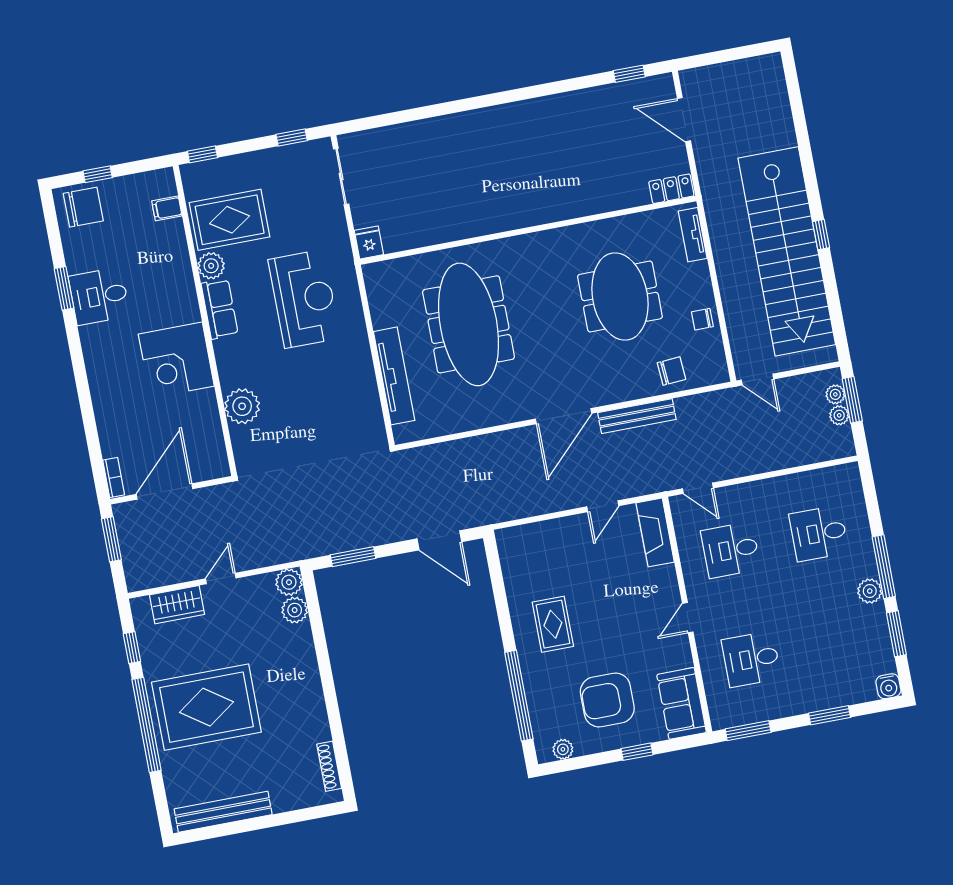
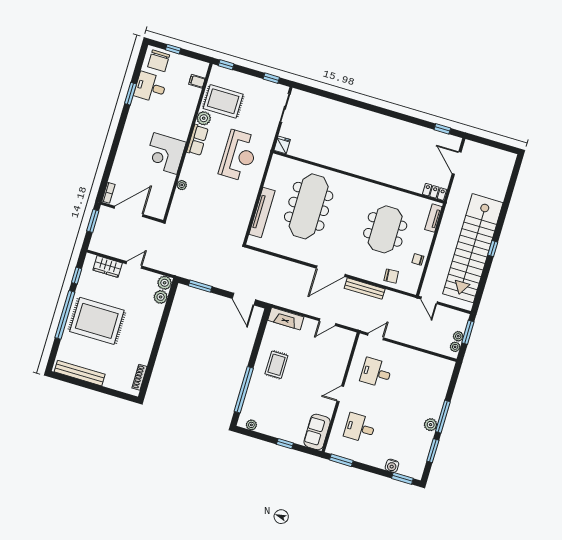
chair: (83, 207) -> (159, 61), turned 90
desk: (99, 296) -> (150, 87), moved
plant: (835, 394) -> (455, 347), moved
plant: (242, 406) -> (182, 185), width x0.53, depth x0.53
door: (698, 488) -> (376, 336), swing flipped
fireplace: (655, 532) -> (286, 319), moved, turned -90
desk: (819, 533) -> (421, 386), removed
water cooler: (888, 686) -> (392, 466), moved
armchair: (607, 700) -> (284, 413), removed
window: (830, 715) -> (402, 478), moved

